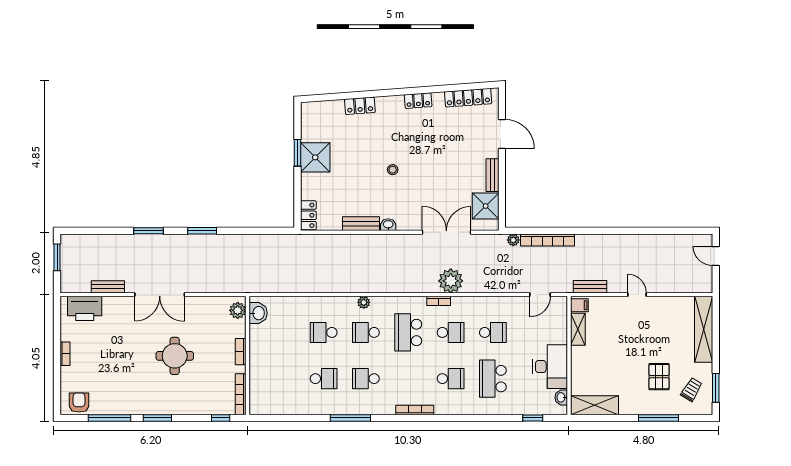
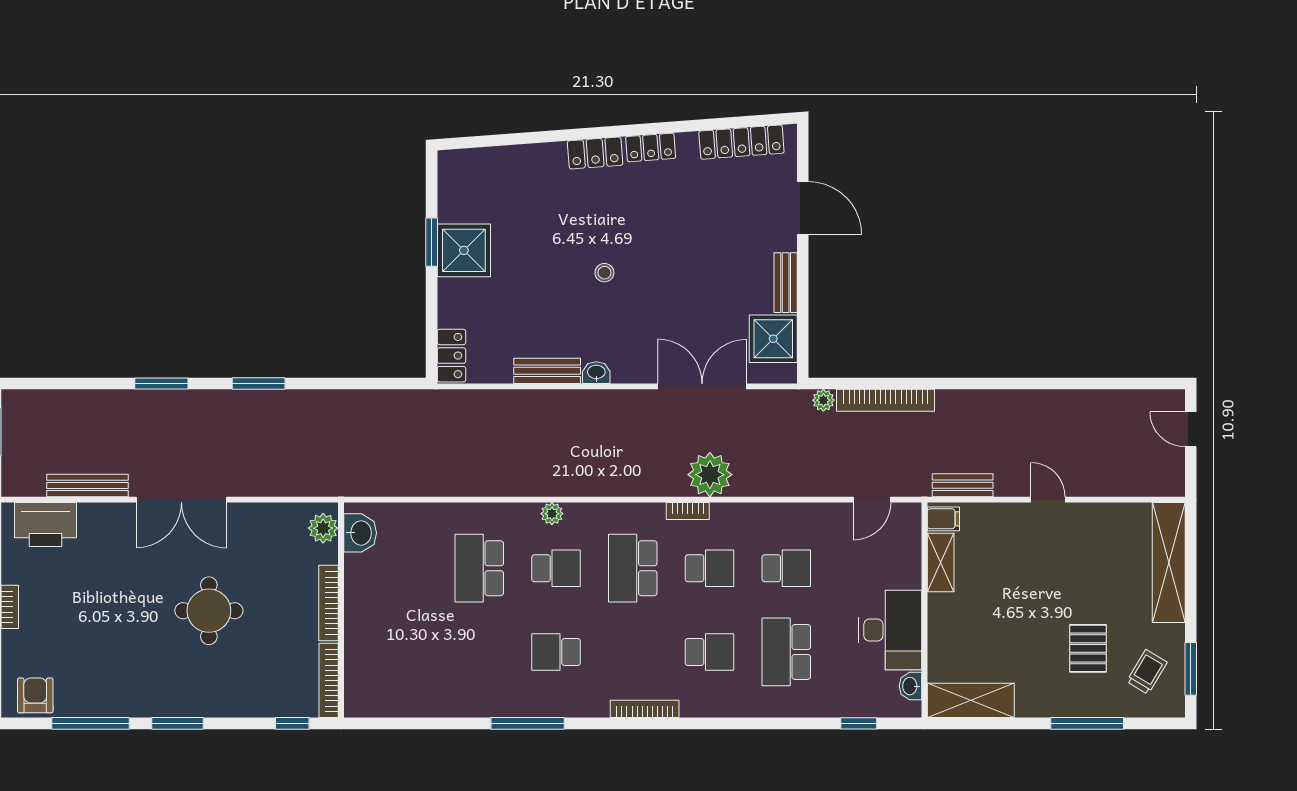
locker: (360, 106) -> (595, 153), moved
bench: (108, 287) -> (88, 485), width x1.36
school desk: (324, 332) -> (479, 568), width x1.85
school desk: (366, 332) -> (556, 568), turned 180
bookcase: (241, 352) -> (328, 603), width x1.56
school desk: (324, 379) -> (479, 652), removed

